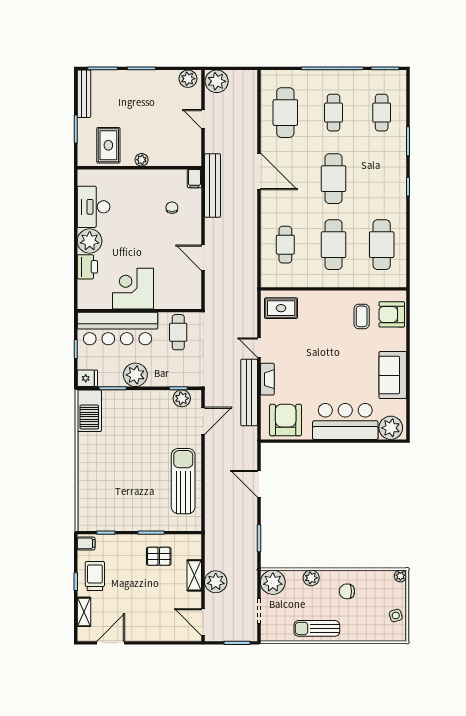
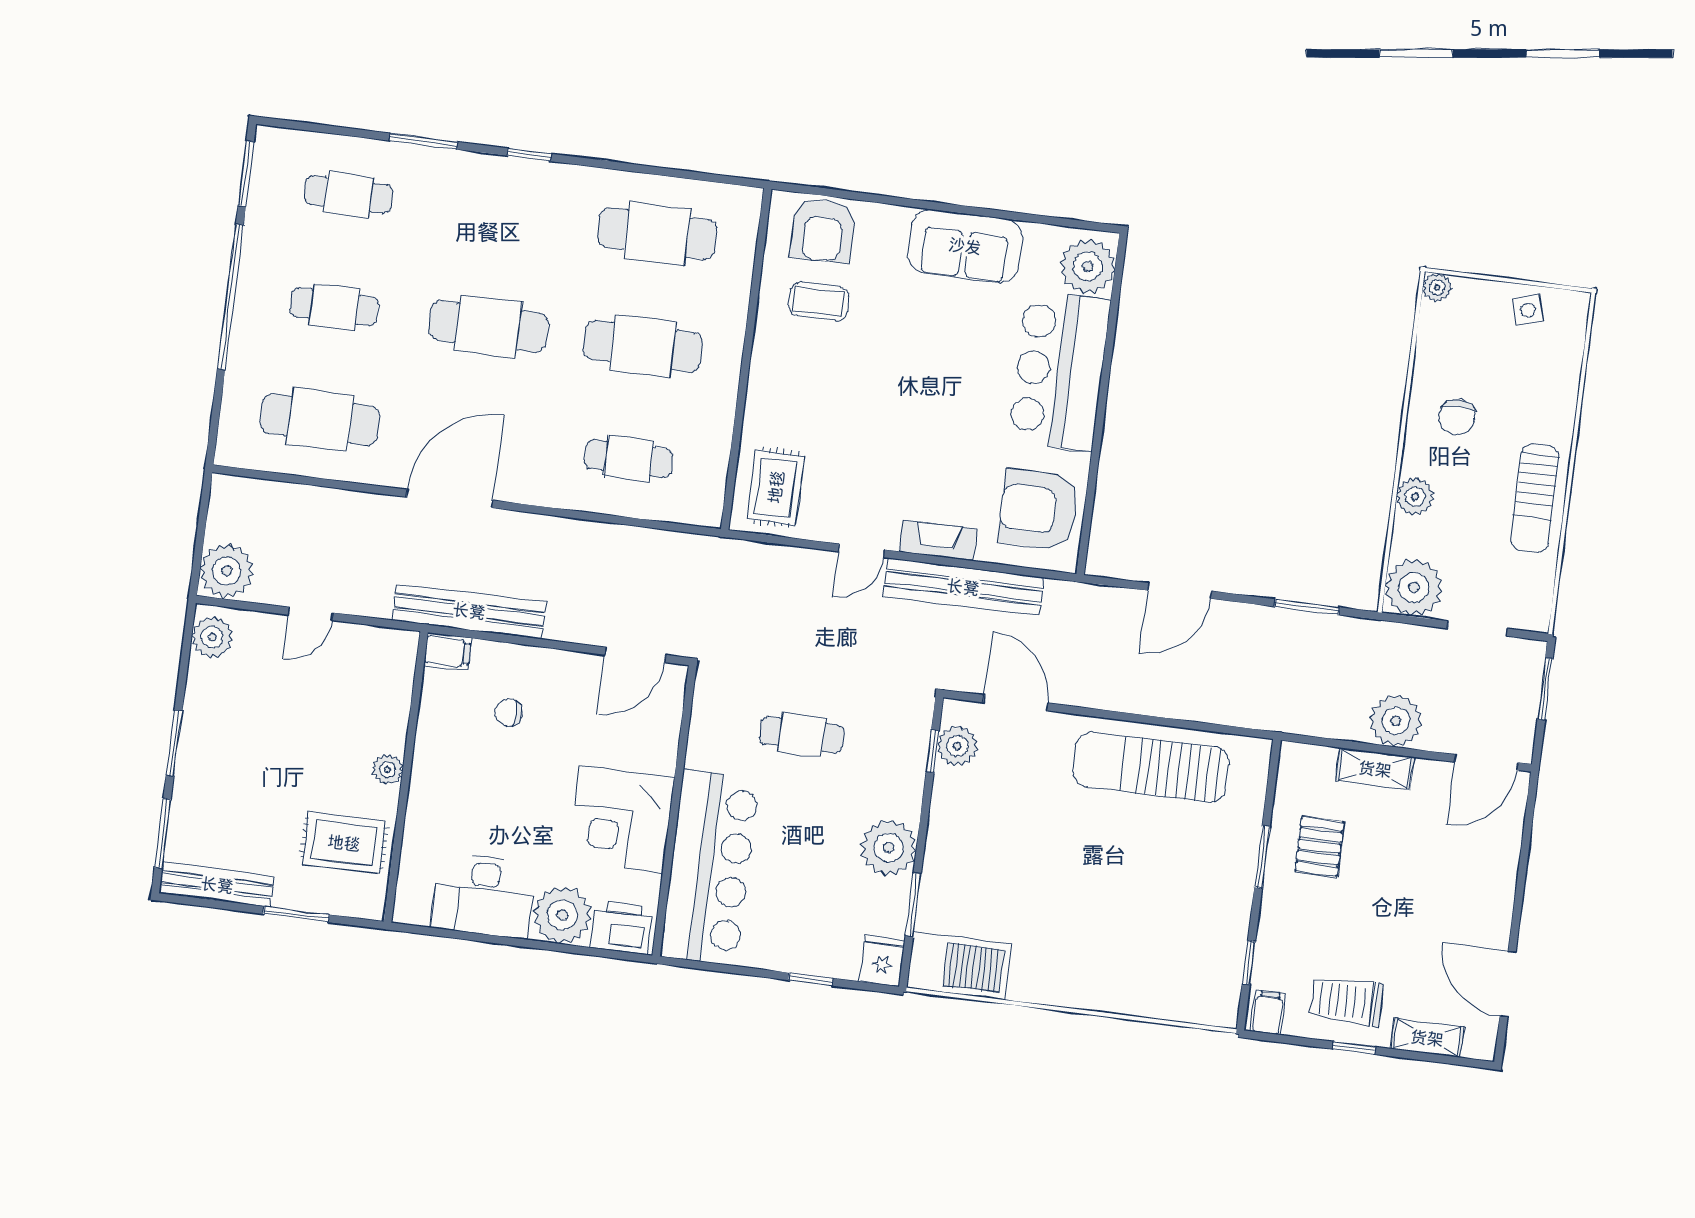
corner desk: (133, 289) -> (621, 819), moved
wall: (139, 311) -> (674, 811), moved
bar counter: (118, 329) -> (710, 867), moved

